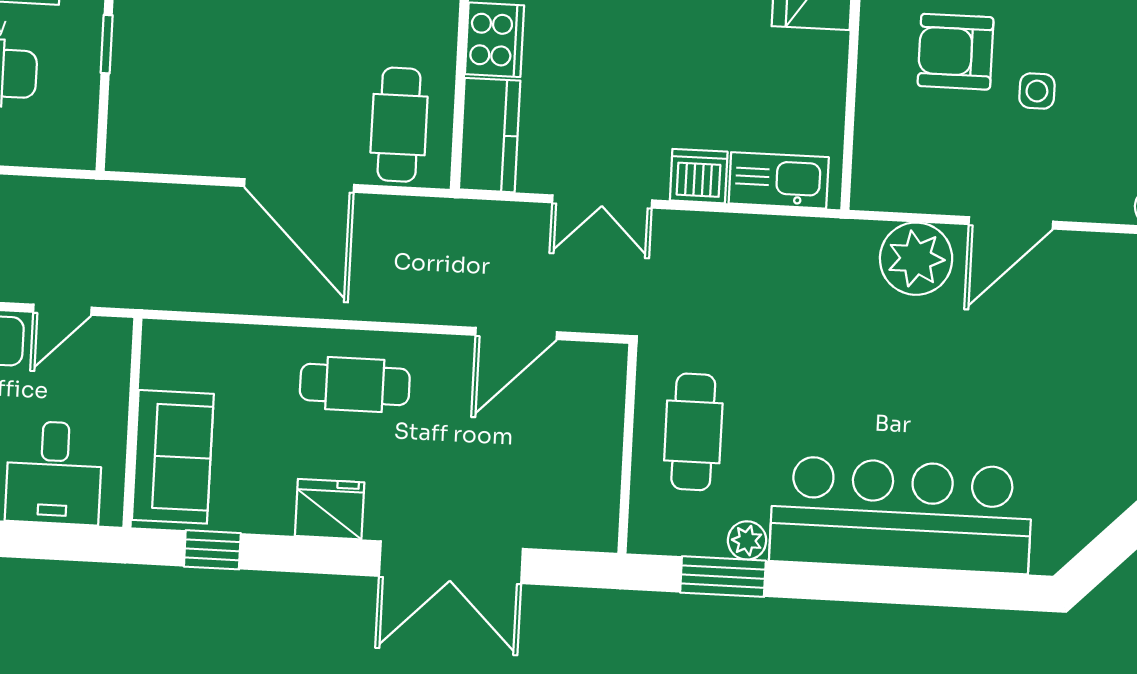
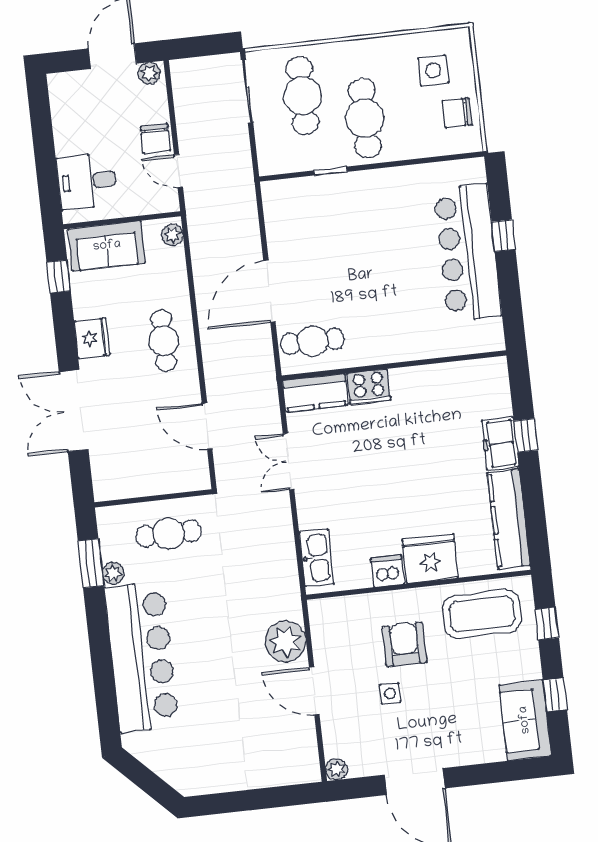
dishwasher: (699, 176) -> (388, 571), moved, turned -90
plant: (173, 339) -> (172, 235), added

